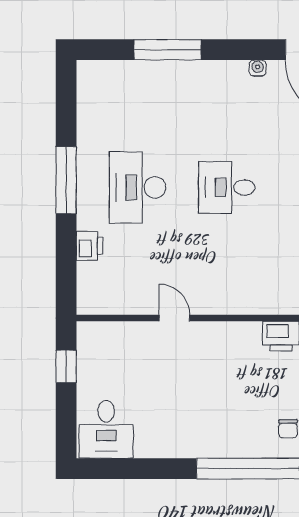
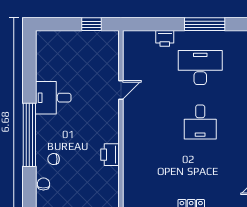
desk: (227, 187) -> (200, 122), turned 180
desk: (106, 429) -> (53, 98), moved

